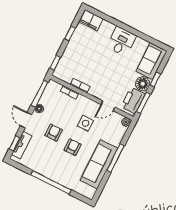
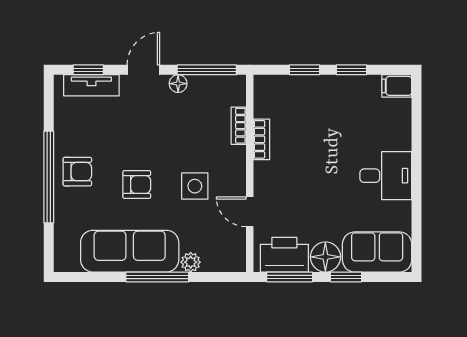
filing cabinet: (91, 20) -> (397, 86), width x0.50
window: (55, 63) -> (305, 70), moved
plant: (126, 122) -> (191, 262), moved
armchair: (54, 133) -> (77, 172), moved

